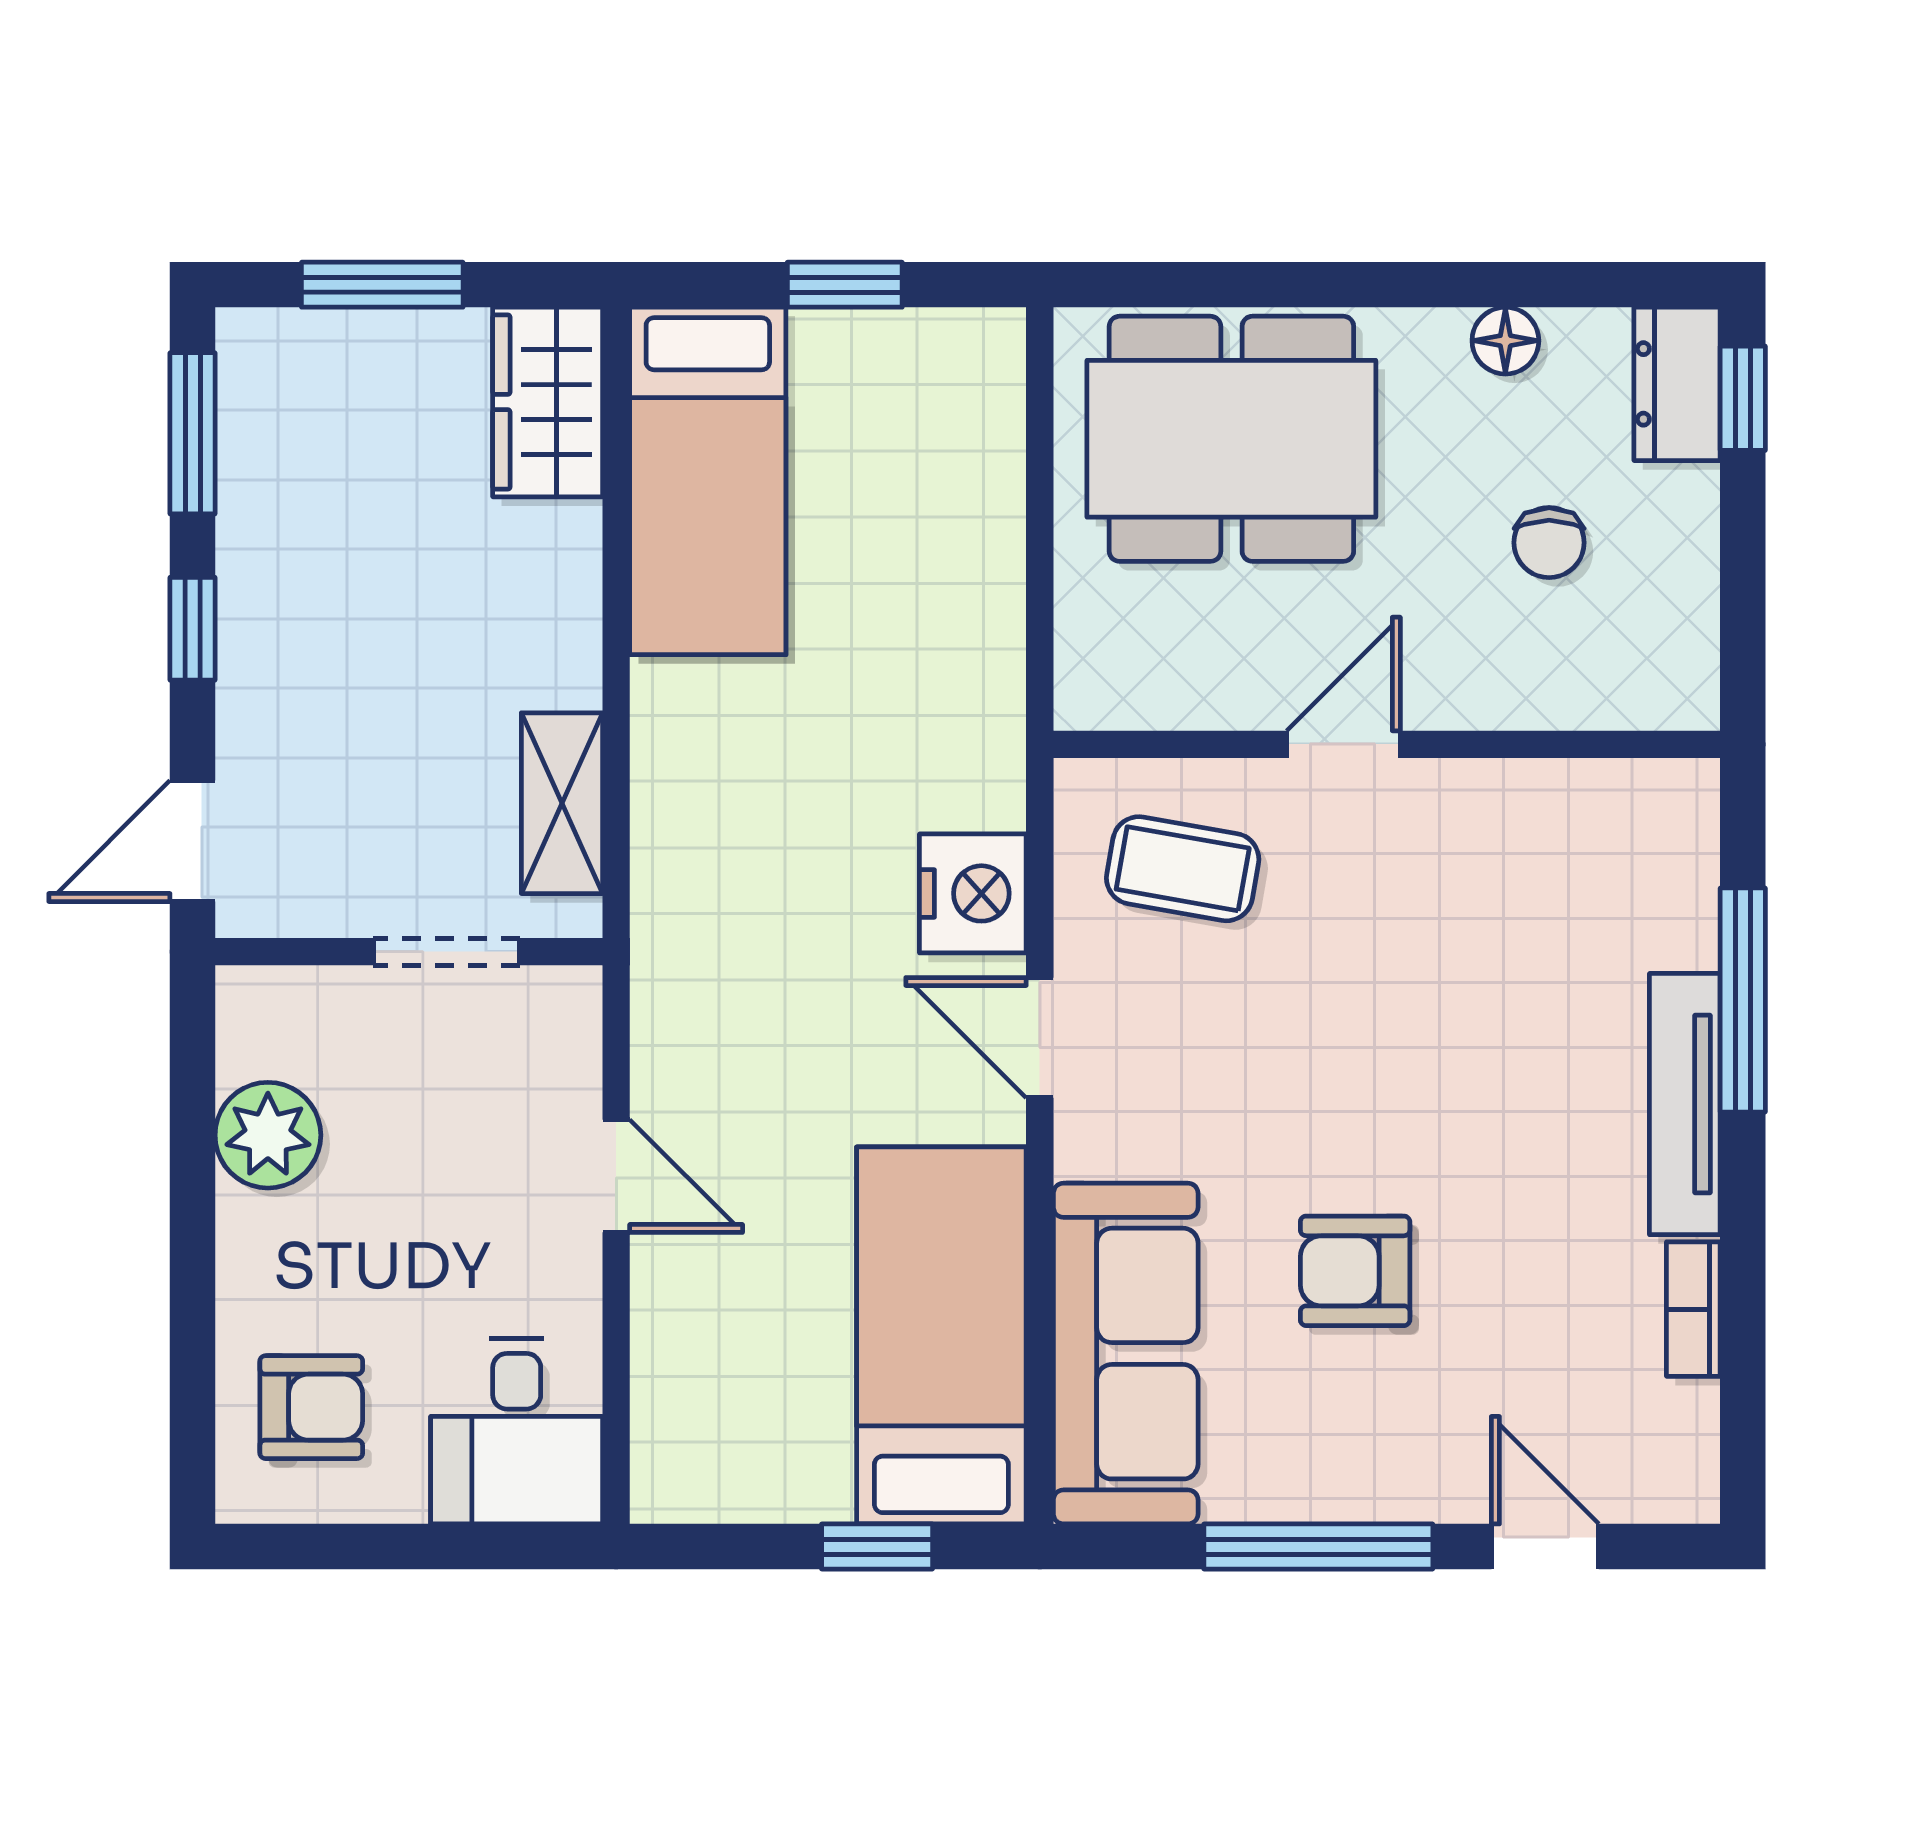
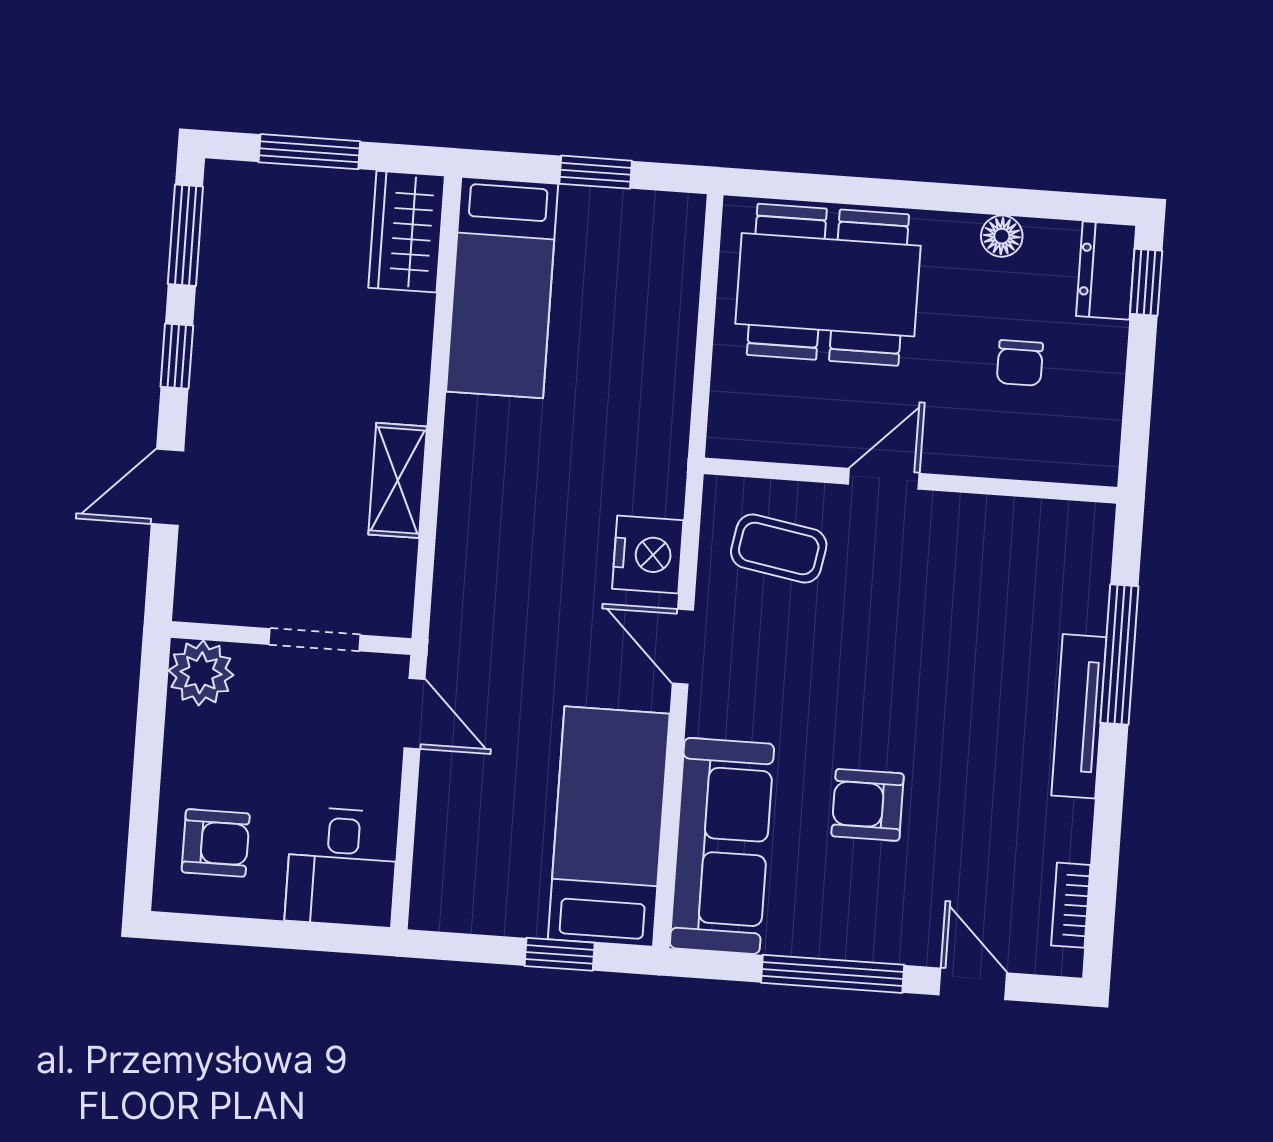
wall: (409, 952) -> (291, 638), moved
doorway: (446, 952) -> (314, 640), moved
bookcase: (1693, 1309) -> (1071, 905), moved

